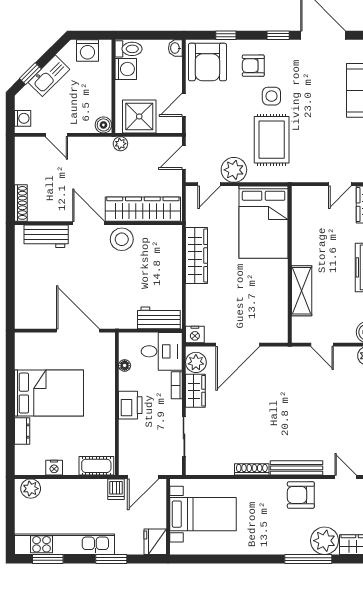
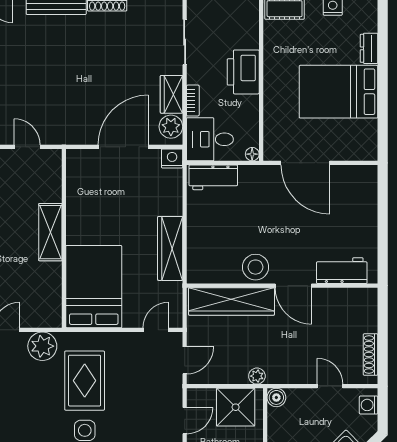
plant: (234, 170) -> (42, 346), moved
shoe rack: (21, 203) -> (371, 354), moved
shelving: (302, 291) -> (50, 232), moved
floor lamp: (125, 365) -> (252, 154), moved
printer: (130, 405) -> (243, 72), width x1.37, depth x1.19

